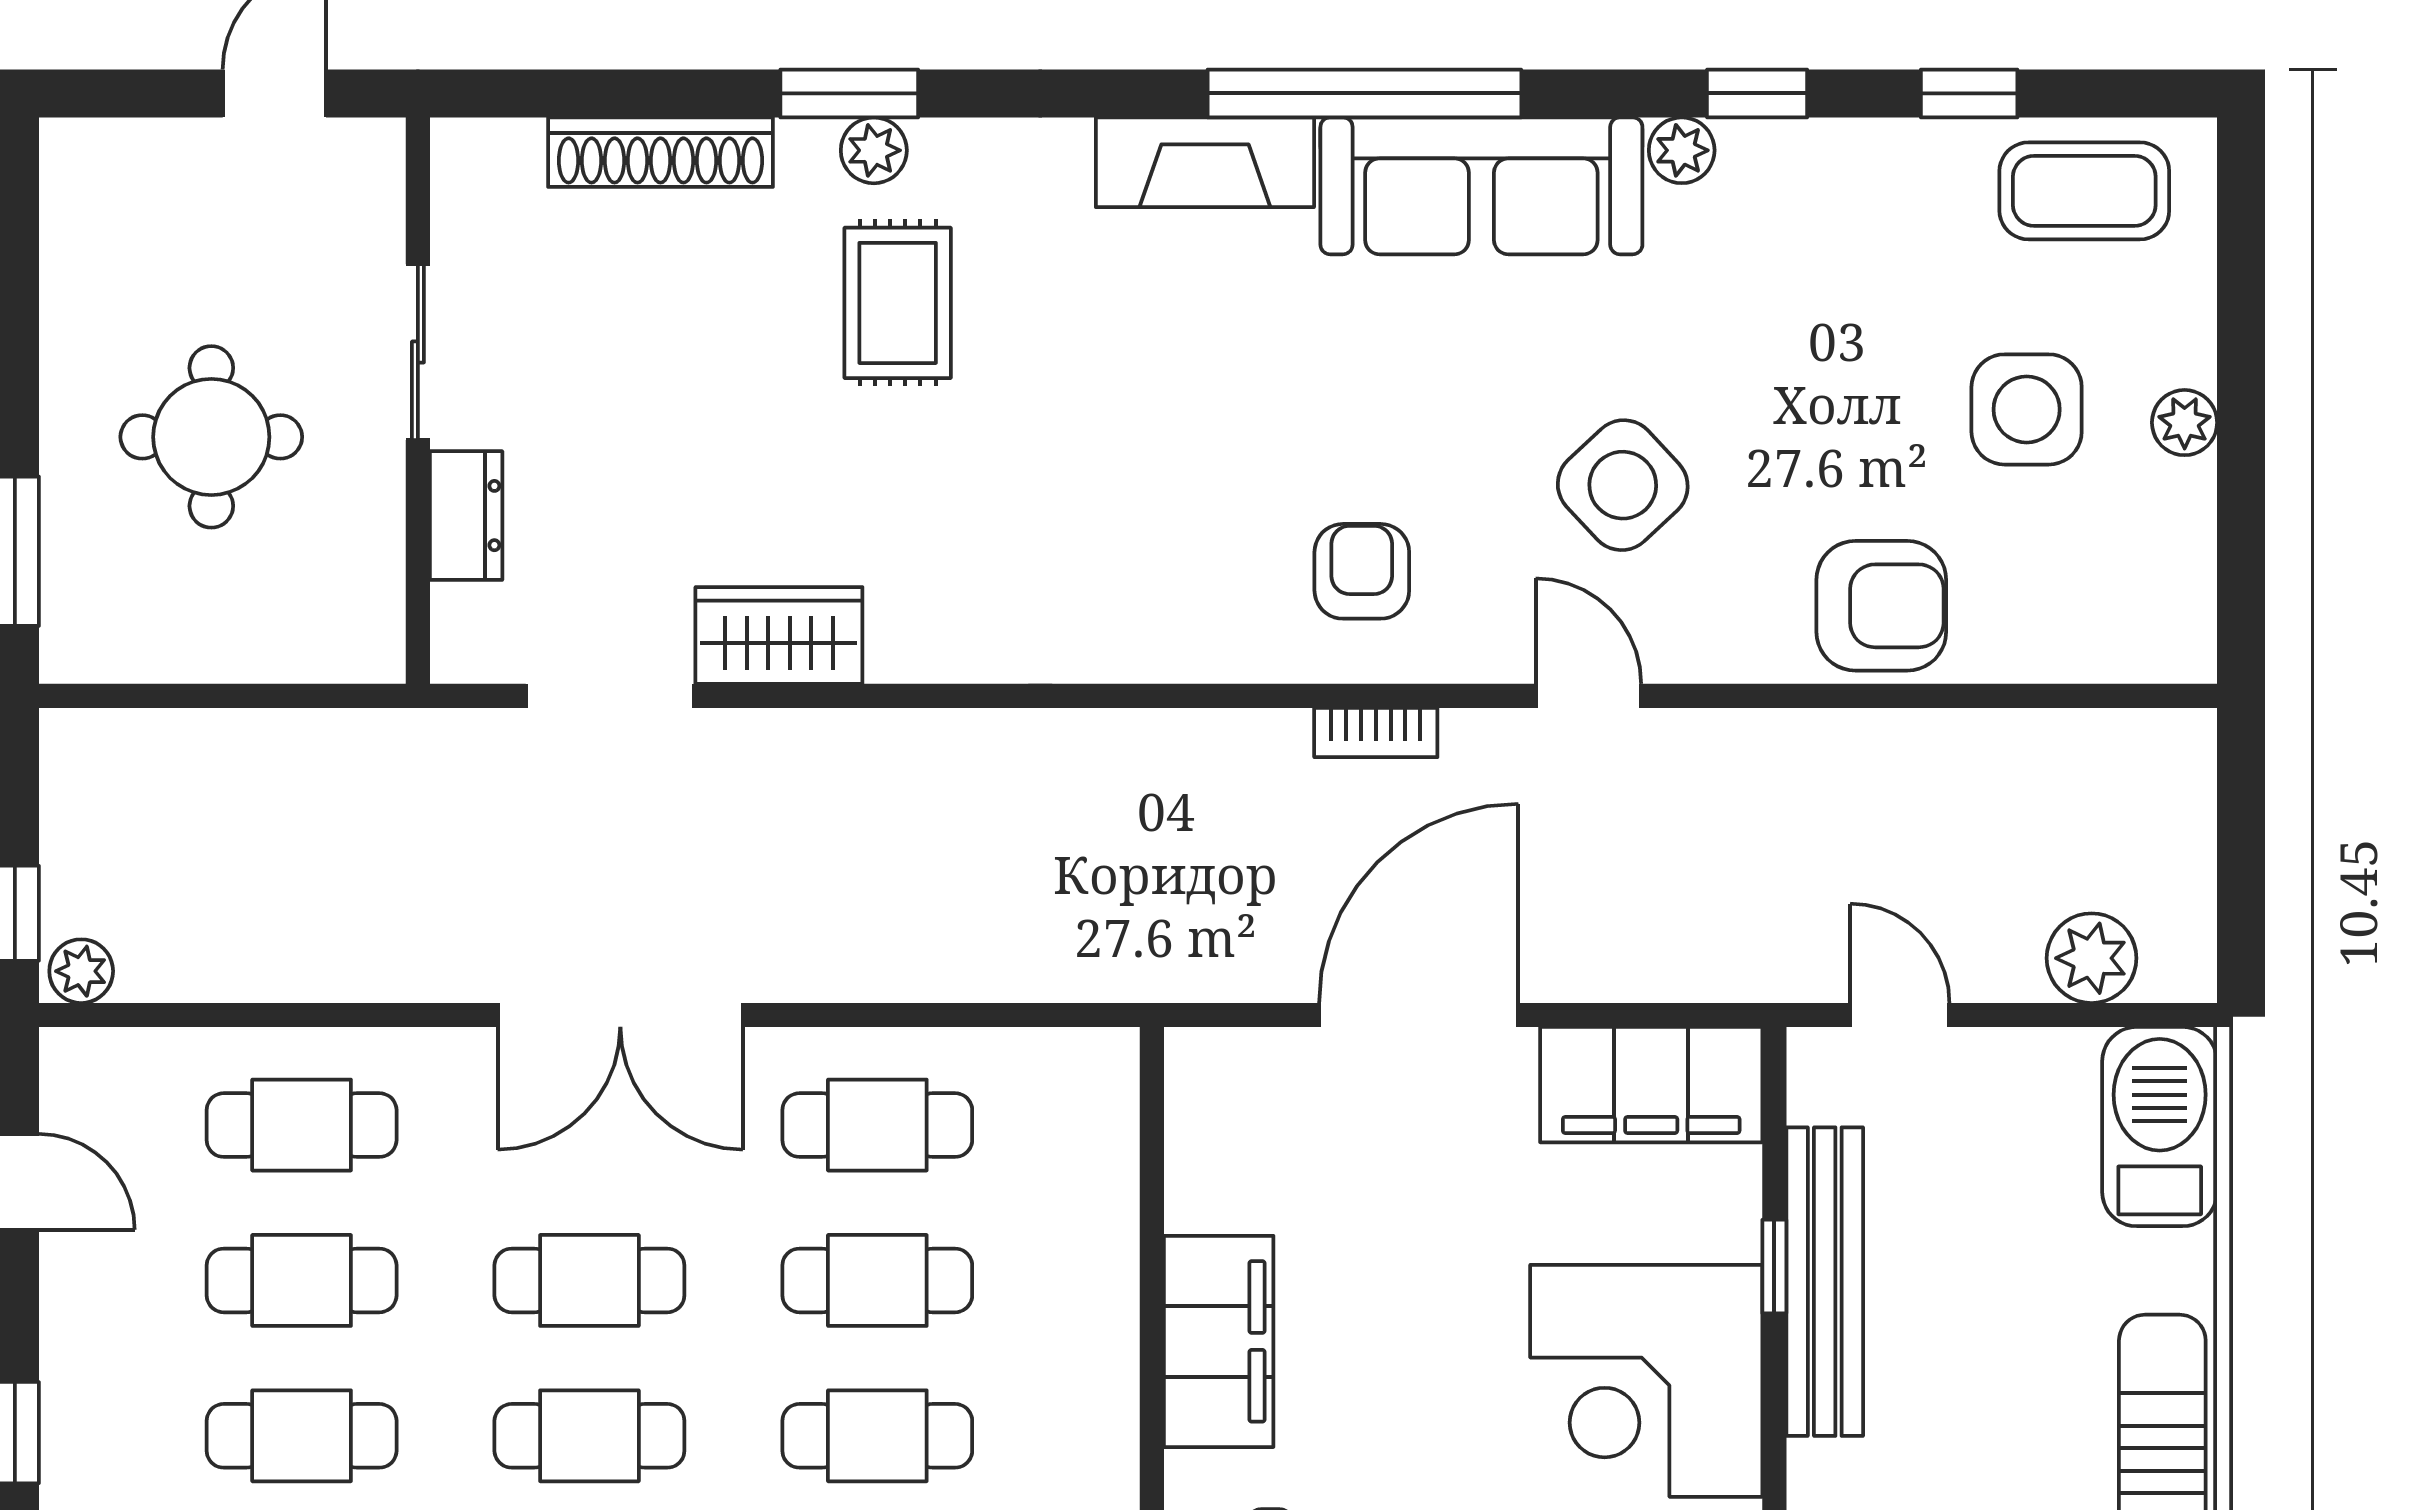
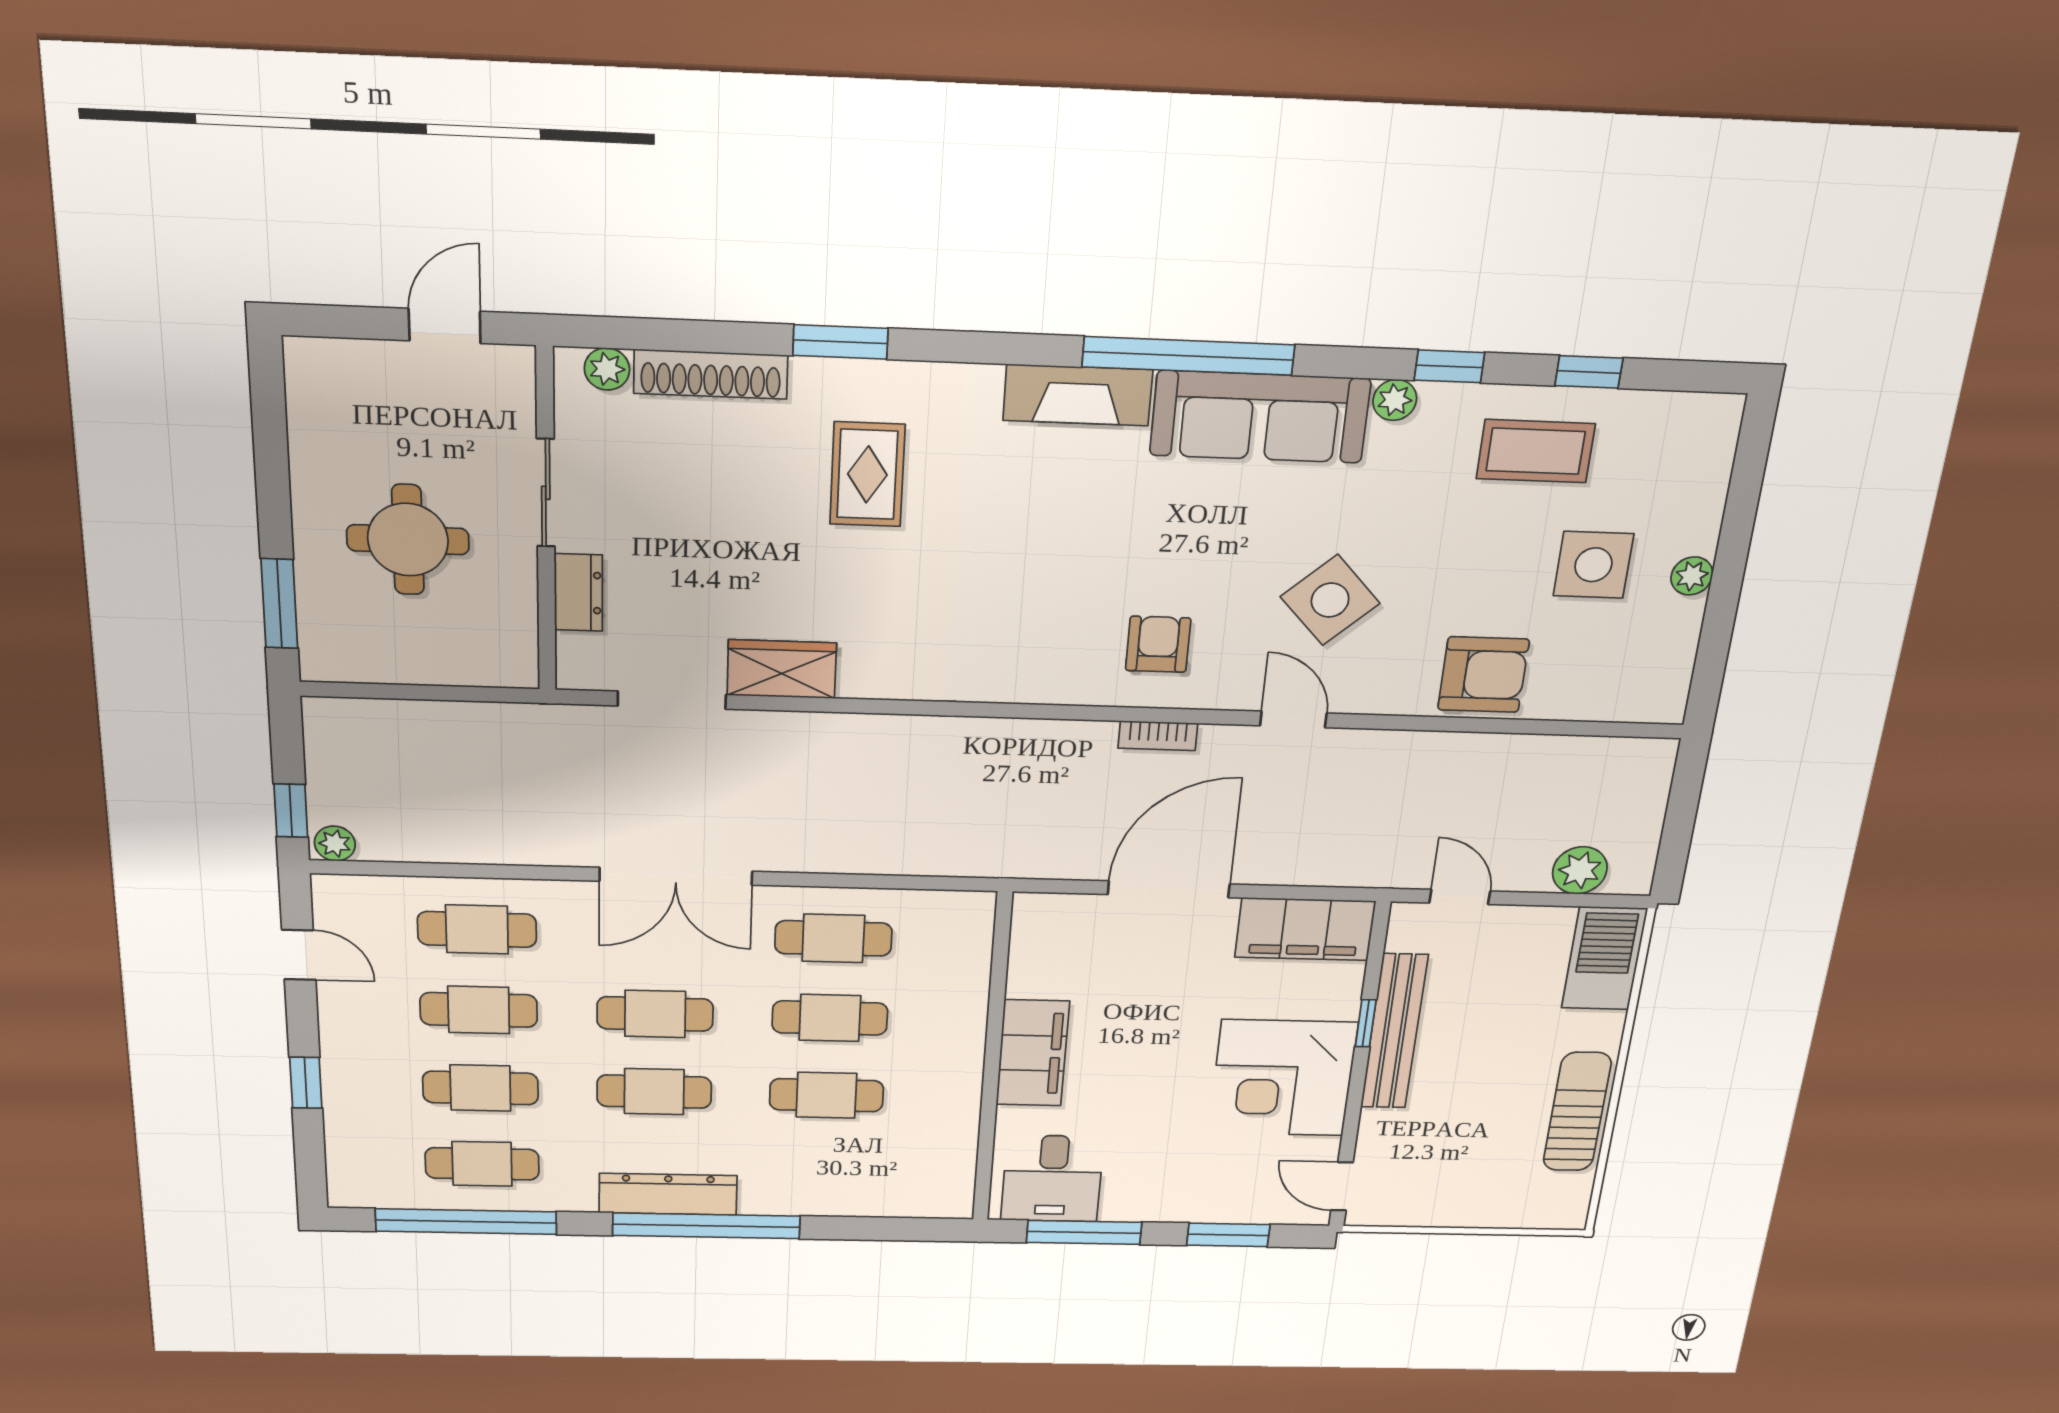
plant: (874, 150) -> (607, 369), moved
coffee table: (2084, 191) -> (1536, 451), moved

